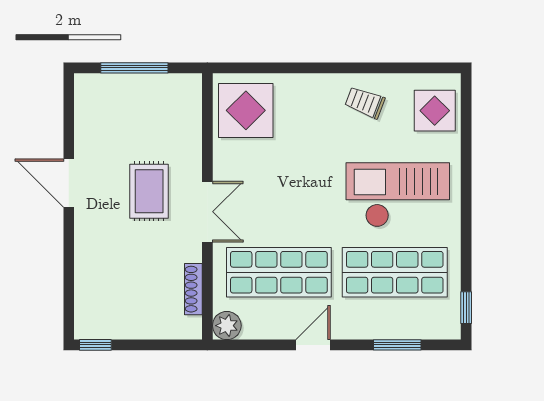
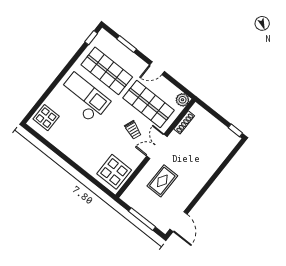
trolley: (365, 102) -> (133, 130), moved
door: (69, 183) -> (178, 222), moved
rug: (149, 191) -> (162, 181), moved
checkout: (398, 195) -> (83, 98), turned 180

